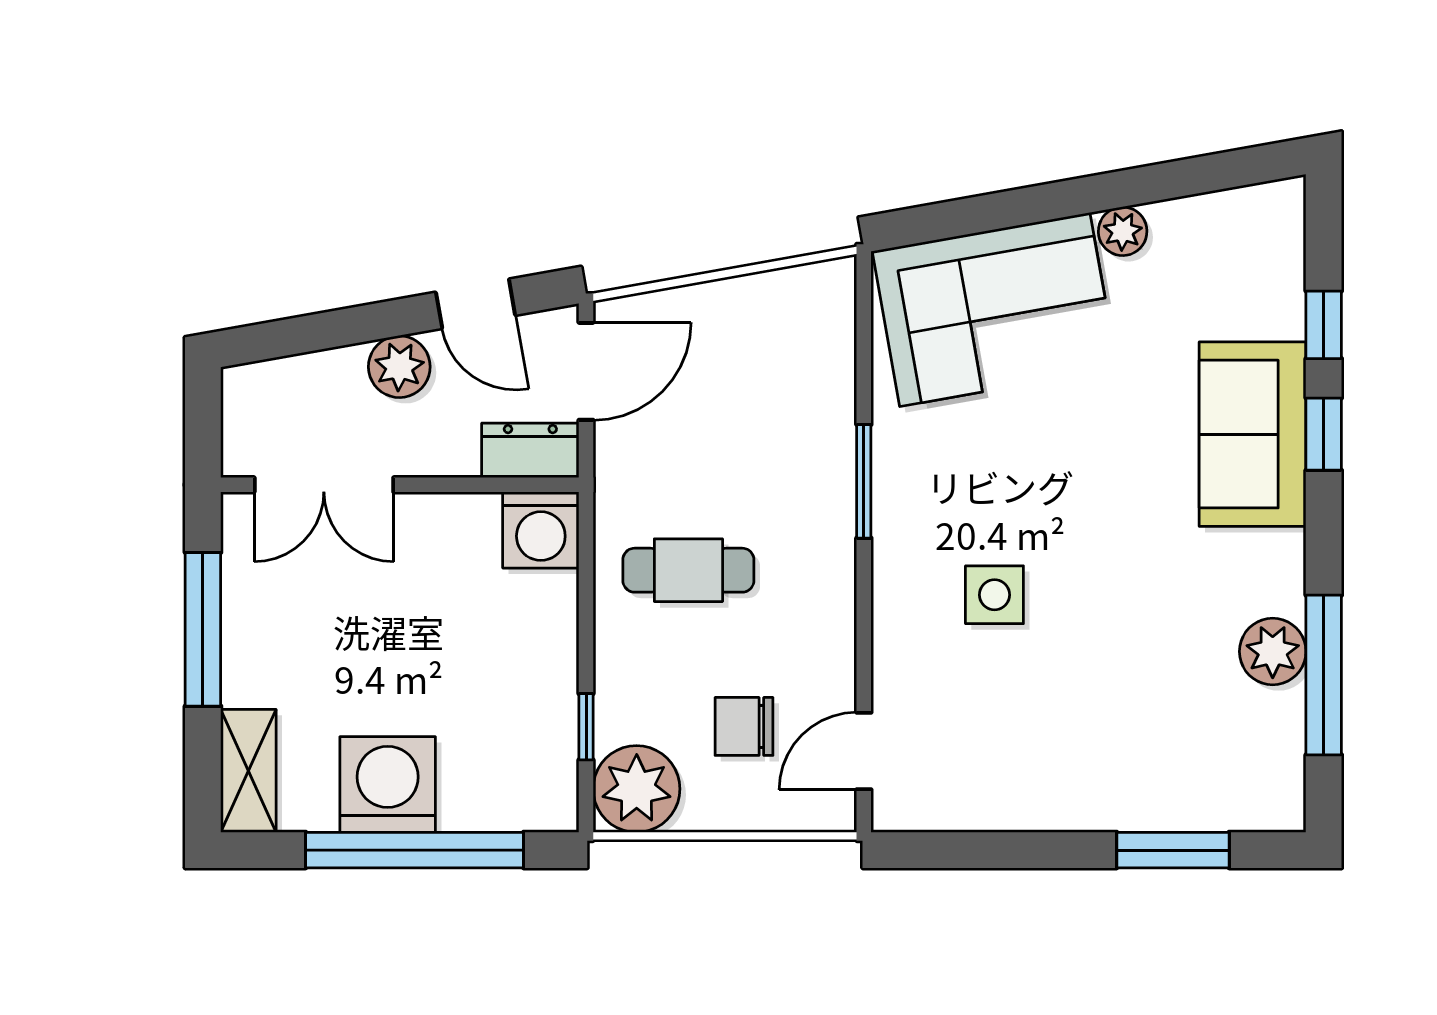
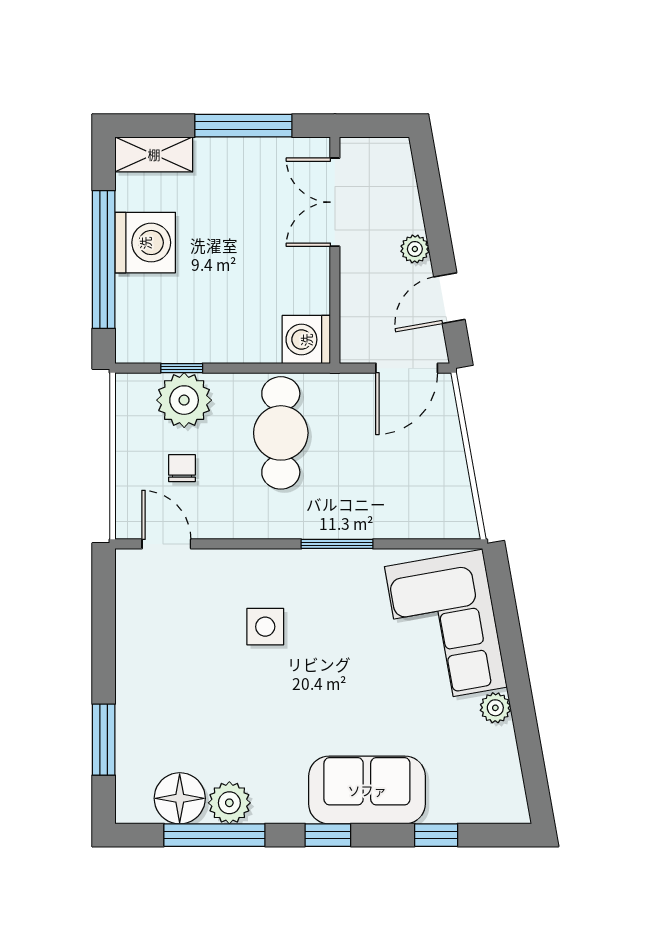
plant: (399, 367) -> (415, 249), width x0.73, depth x0.73
door: (586, 371) -> (407, 368), hinge flipped
window: (1324, 434) -> (328, 835), moved
dresser: (530, 450) -> (357, 333), removed
cafe table: (688, 570) -> (281, 433), width x1.37, depth x1.35
chair: (744, 726) -> (182, 468), width x0.73, depth x0.73
floor lamp: (1266, 730) -> (180, 798), added
plant: (637, 789) -> (184, 400), moved

